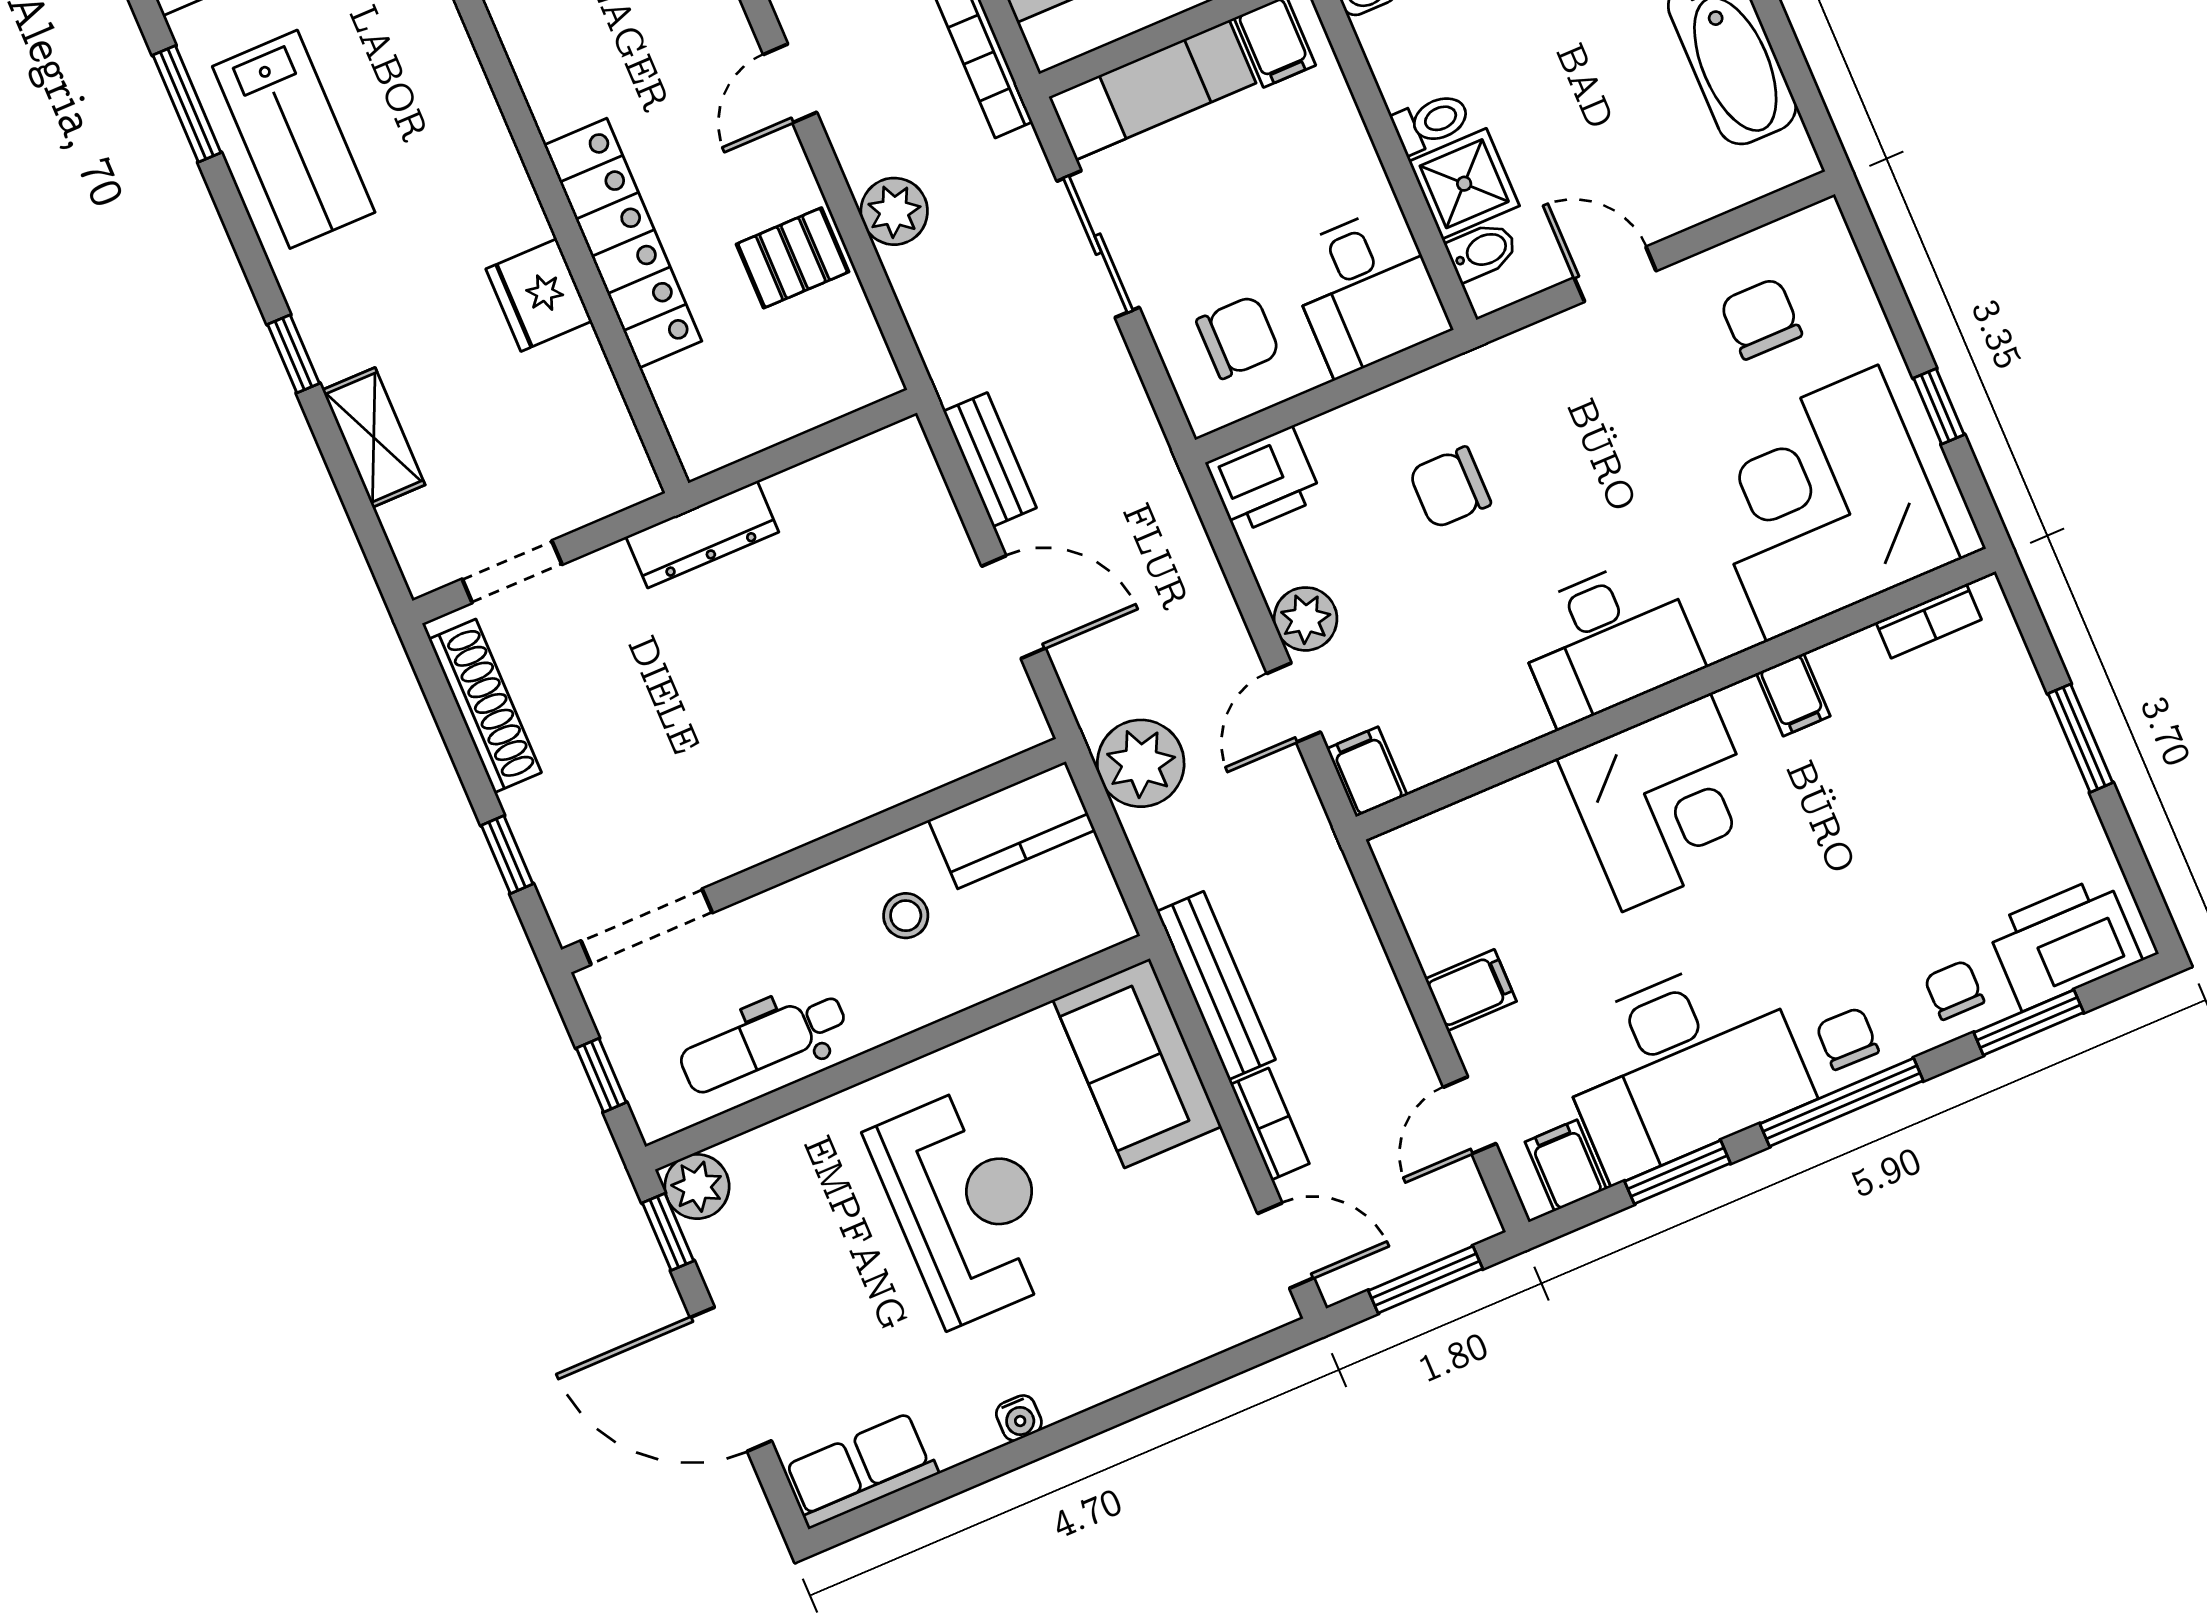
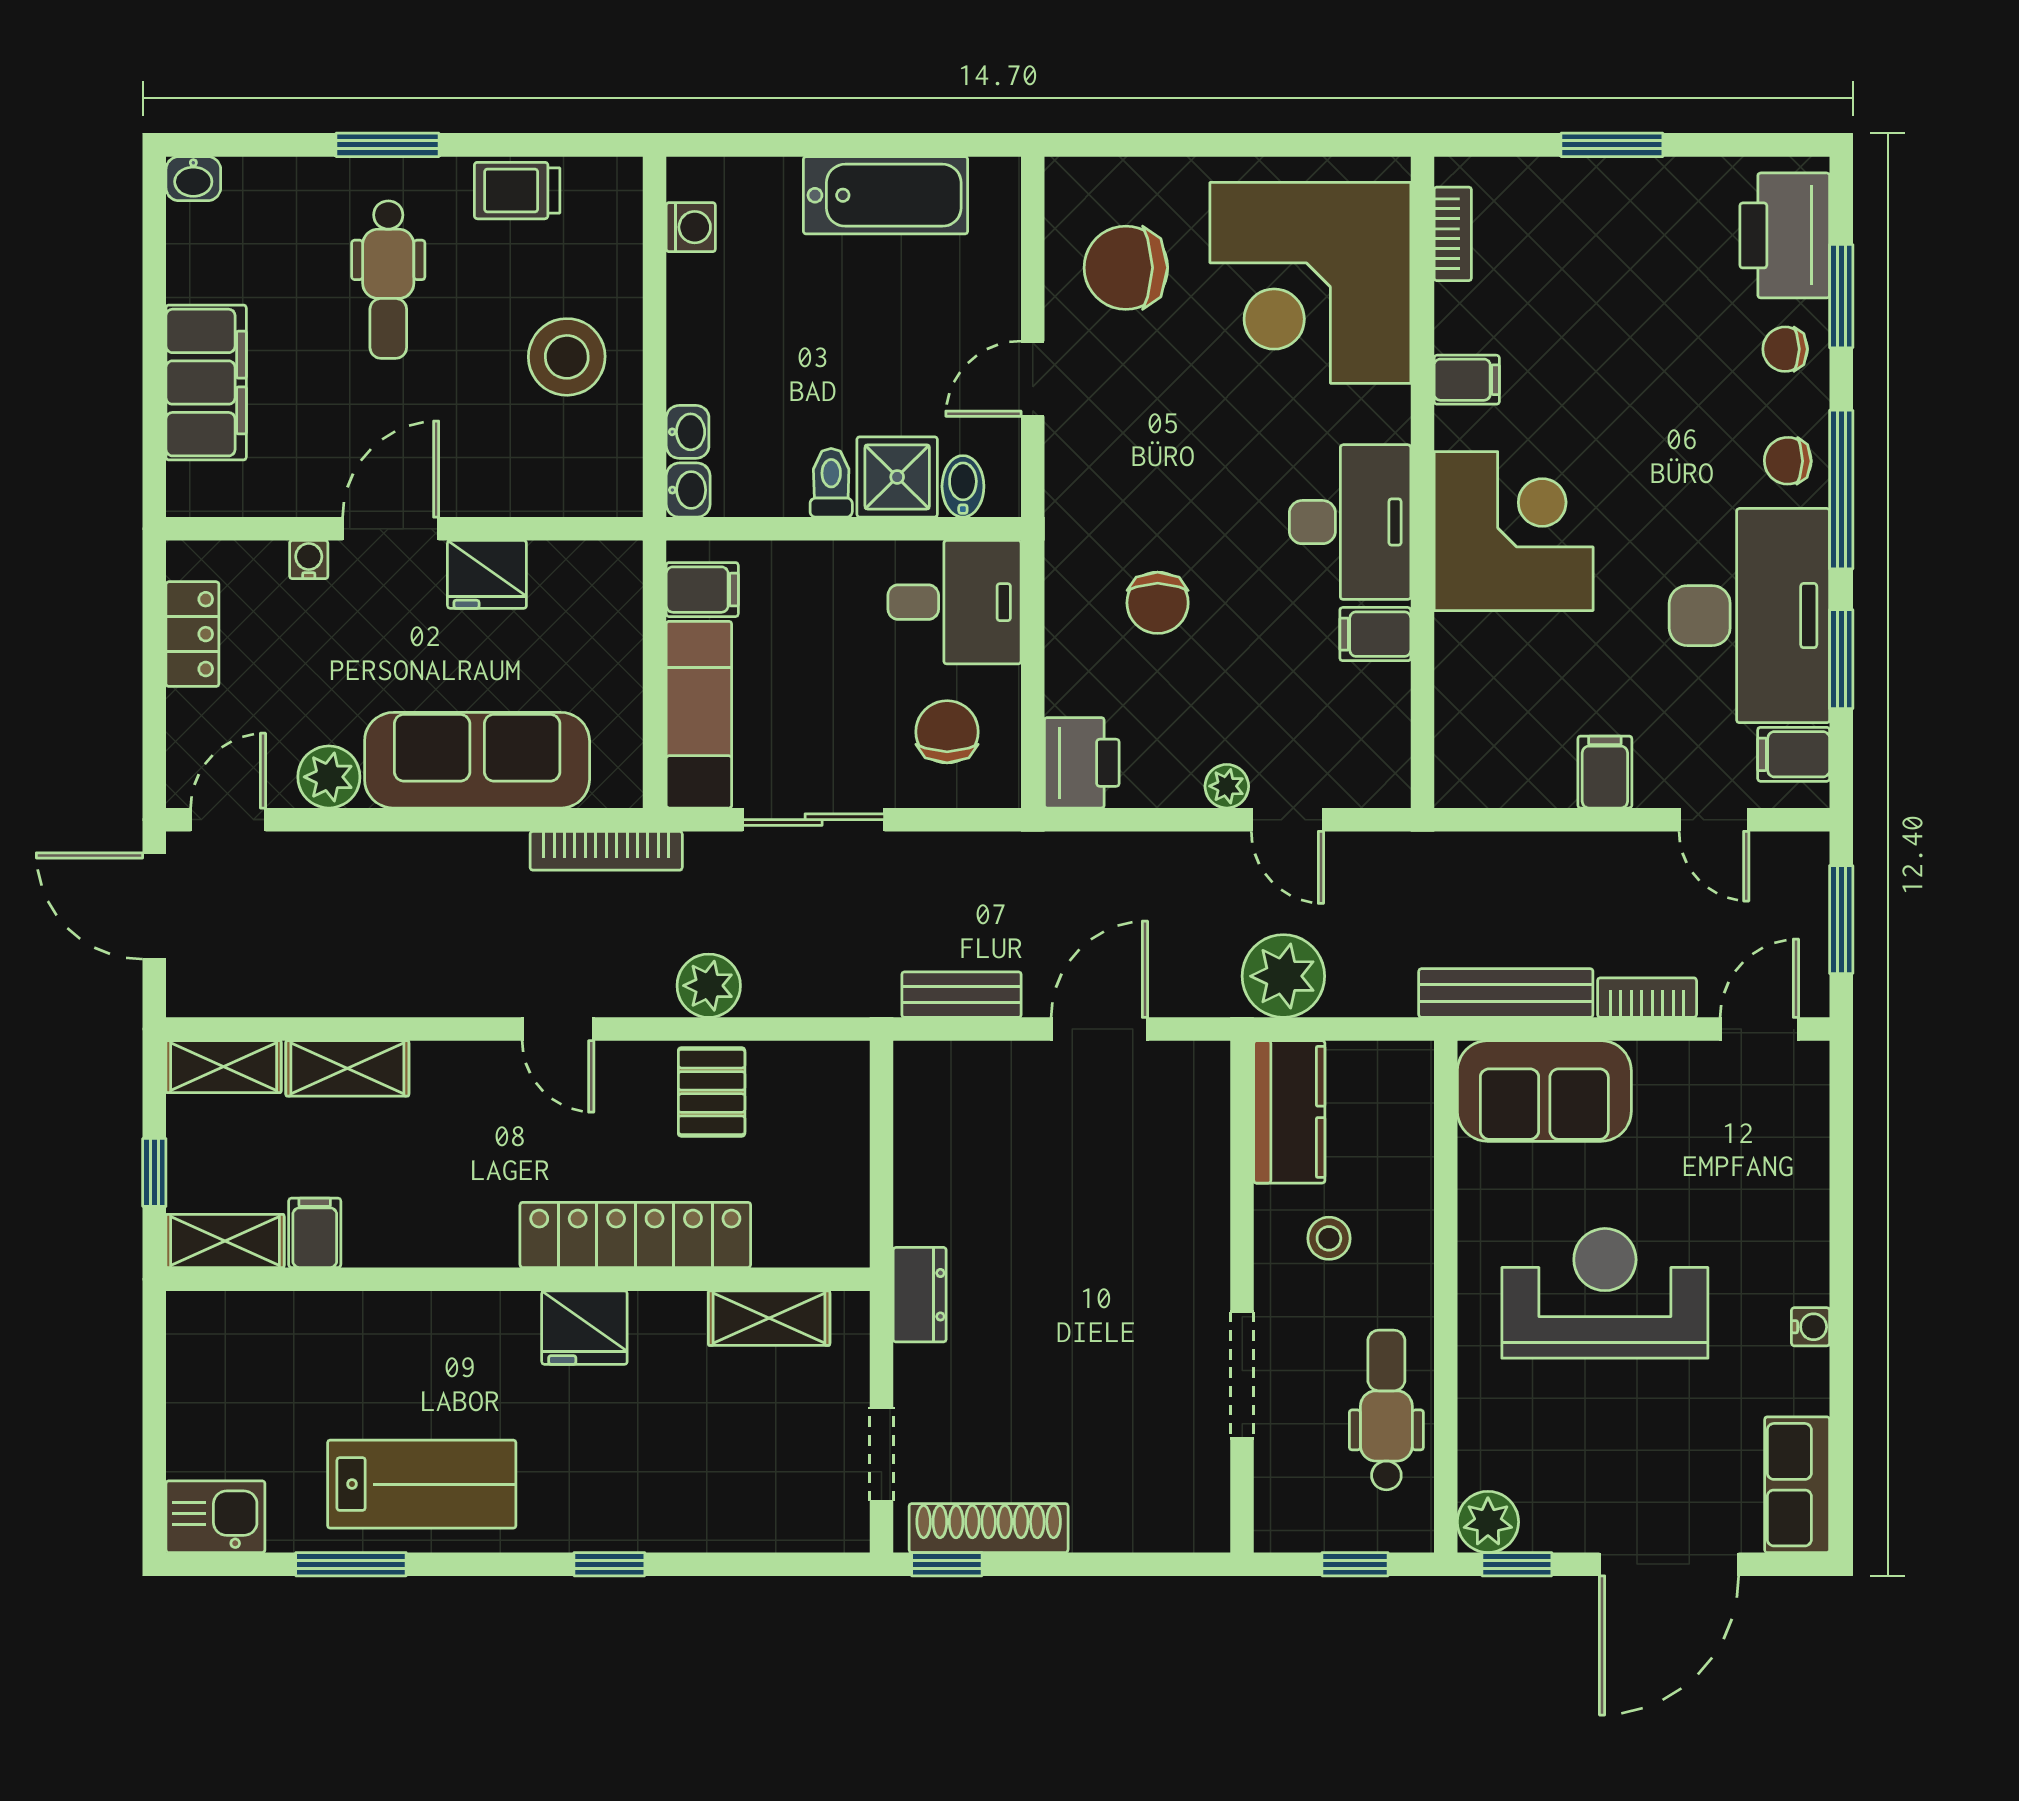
fridge: (539, 295) -> (584, 1328), moved
chair: (1761, 319) -> (1126, 268), width x1.37, depth x1.37
window: (1939, 406) -> (1269, 145), removed
shelving: (374, 437) -> (769, 1318), moved
dresser: (702, 534) -> (920, 1295), width x0.70
plant: (1305, 619) -> (1227, 786), width x0.73, depth x0.73
filing cabinet: (1367, 772) -> (1375, 634), moved
window: (507, 855) -> (947, 1564), moved
doorway: (647, 927) -> (1242, 1375), moved
dental chair: (763, 1042) -> (1386, 1410), turned 180

